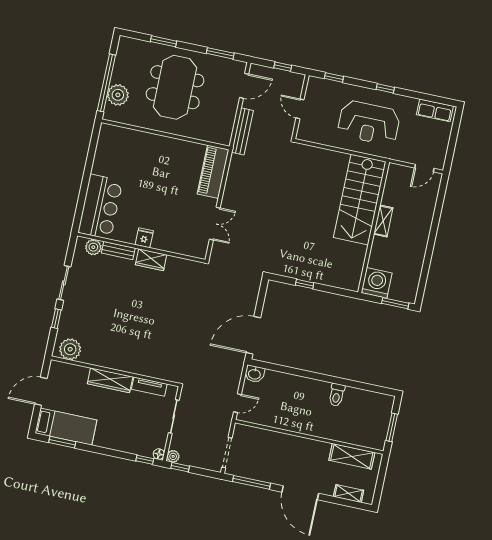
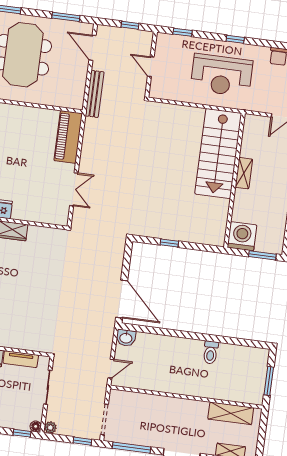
door: (244, 86) -> (93, 48), swing flipped
door: (253, 335) -> (122, 299), swing flipped
window: (180, 467) -> (82, 441), moved

